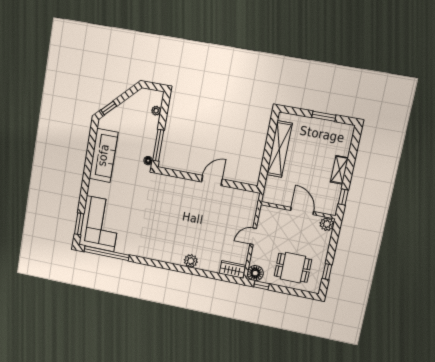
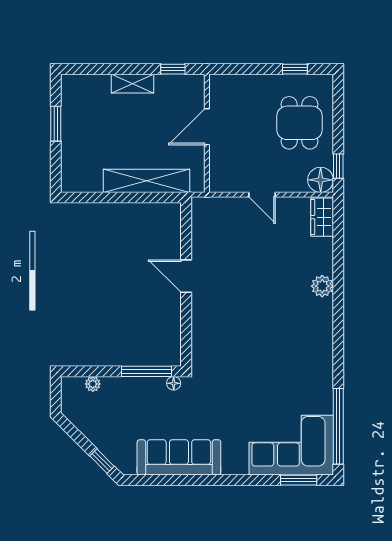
shelving: (279, 149) -> (147, 181), moved
plant: (327, 224) -> (220, 85), removed

